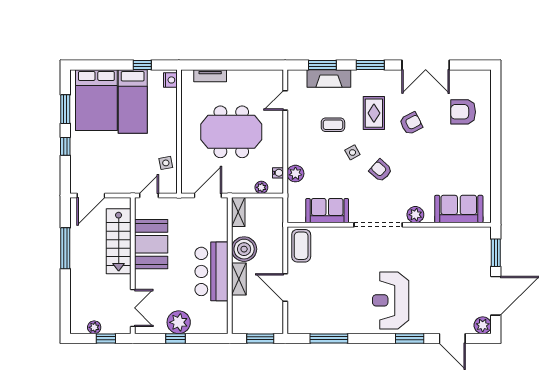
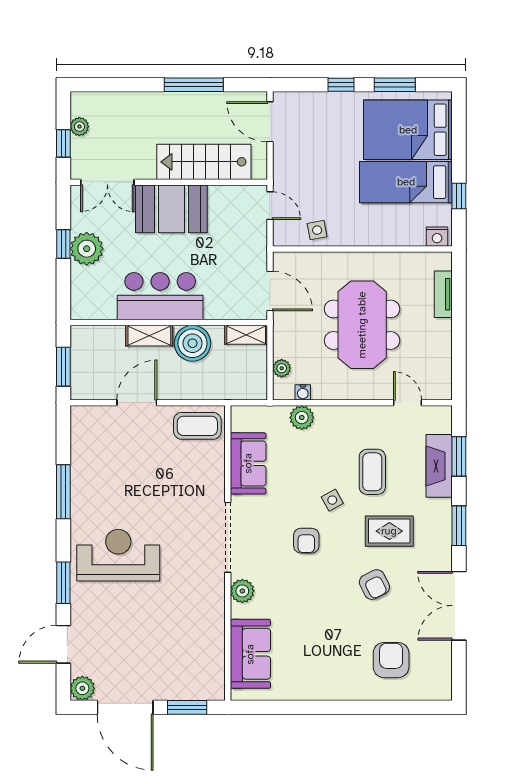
coffee table: (333, 125) -> (372, 472), width x1.36, depth x1.30
armchair: (381, 170) -> (306, 541), turned 138
booth: (151, 244) -> (171, 209), moved
window: (329, 338) -> (63, 492), moved

